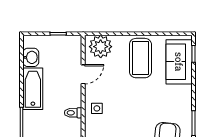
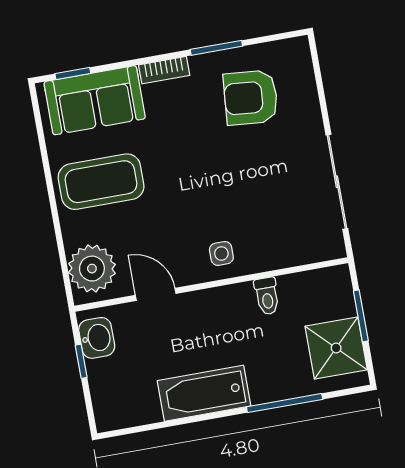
washbasin: (31, 57) -> (97, 338), moved, turned 90
bookcase: (187, 97) -> (164, 70), added
toilet: (73, 113) -> (267, 296), moved

